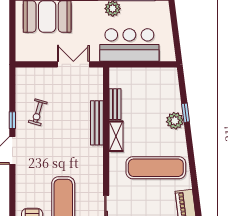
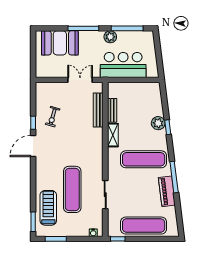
window: (186, 113) -> (168, 127), moved
bench: (97, 123) -> (98, 110), moved
window: (195, 191) -> (174, 177), added

